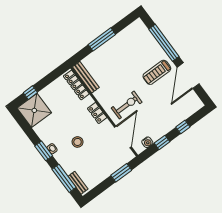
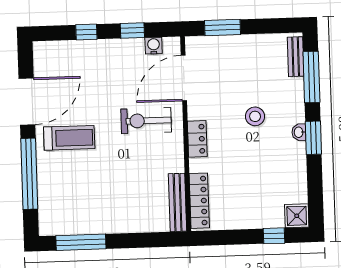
window: (102, 39) -> (81, 242), moved
shower: (34, 110) -> (297, 216), width x0.54, depth x0.54

